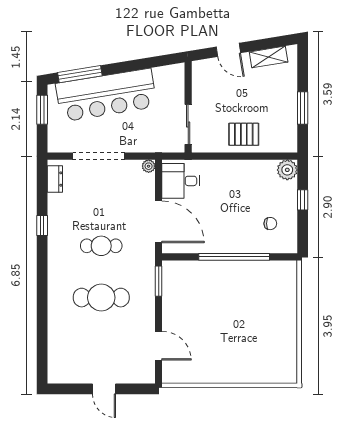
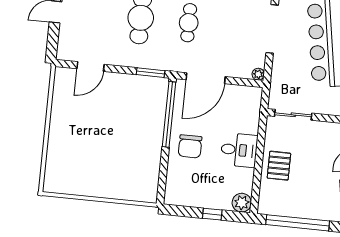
window: (303, 108) -> (298, 223), width x2.11
desk: (181, 181) -> (239, 150), moved, turned 90
chair: (270, 224) -> (190, 146), moved, width x1.87, depth x1.87
window: (234, 257) -> (169, 114), moved

